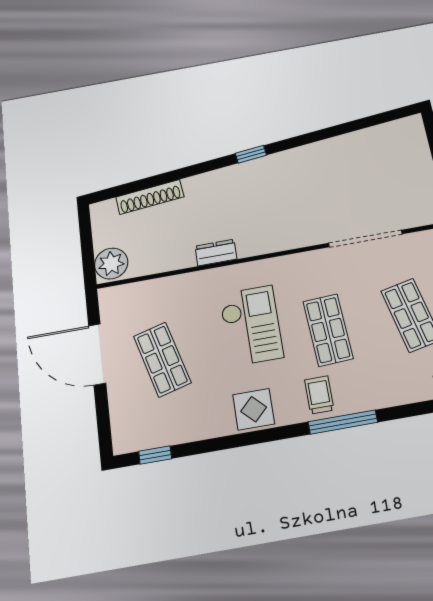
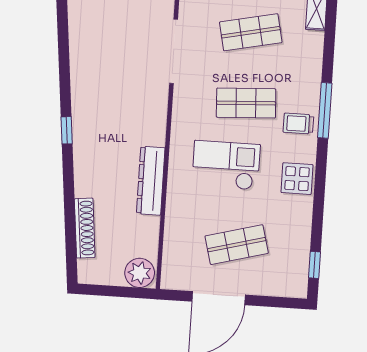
dresser: (216, 253) -> (151, 181), width x1.96, depth x1.24

